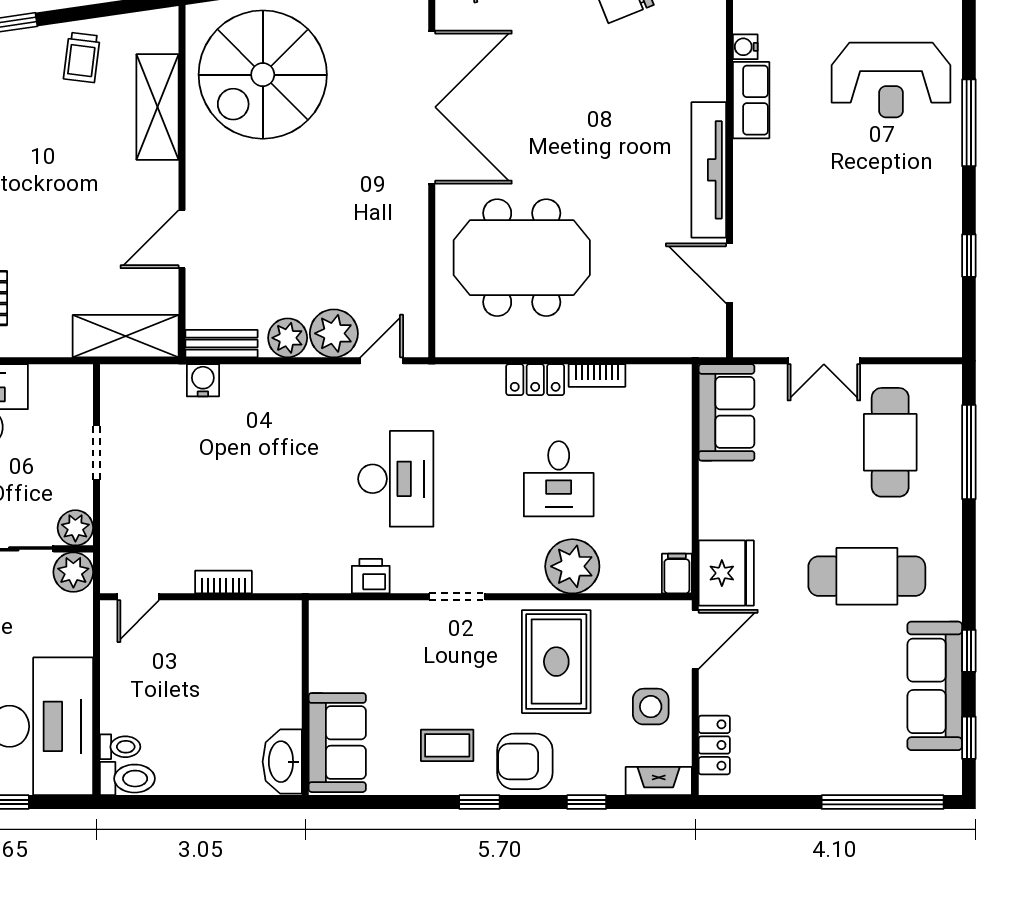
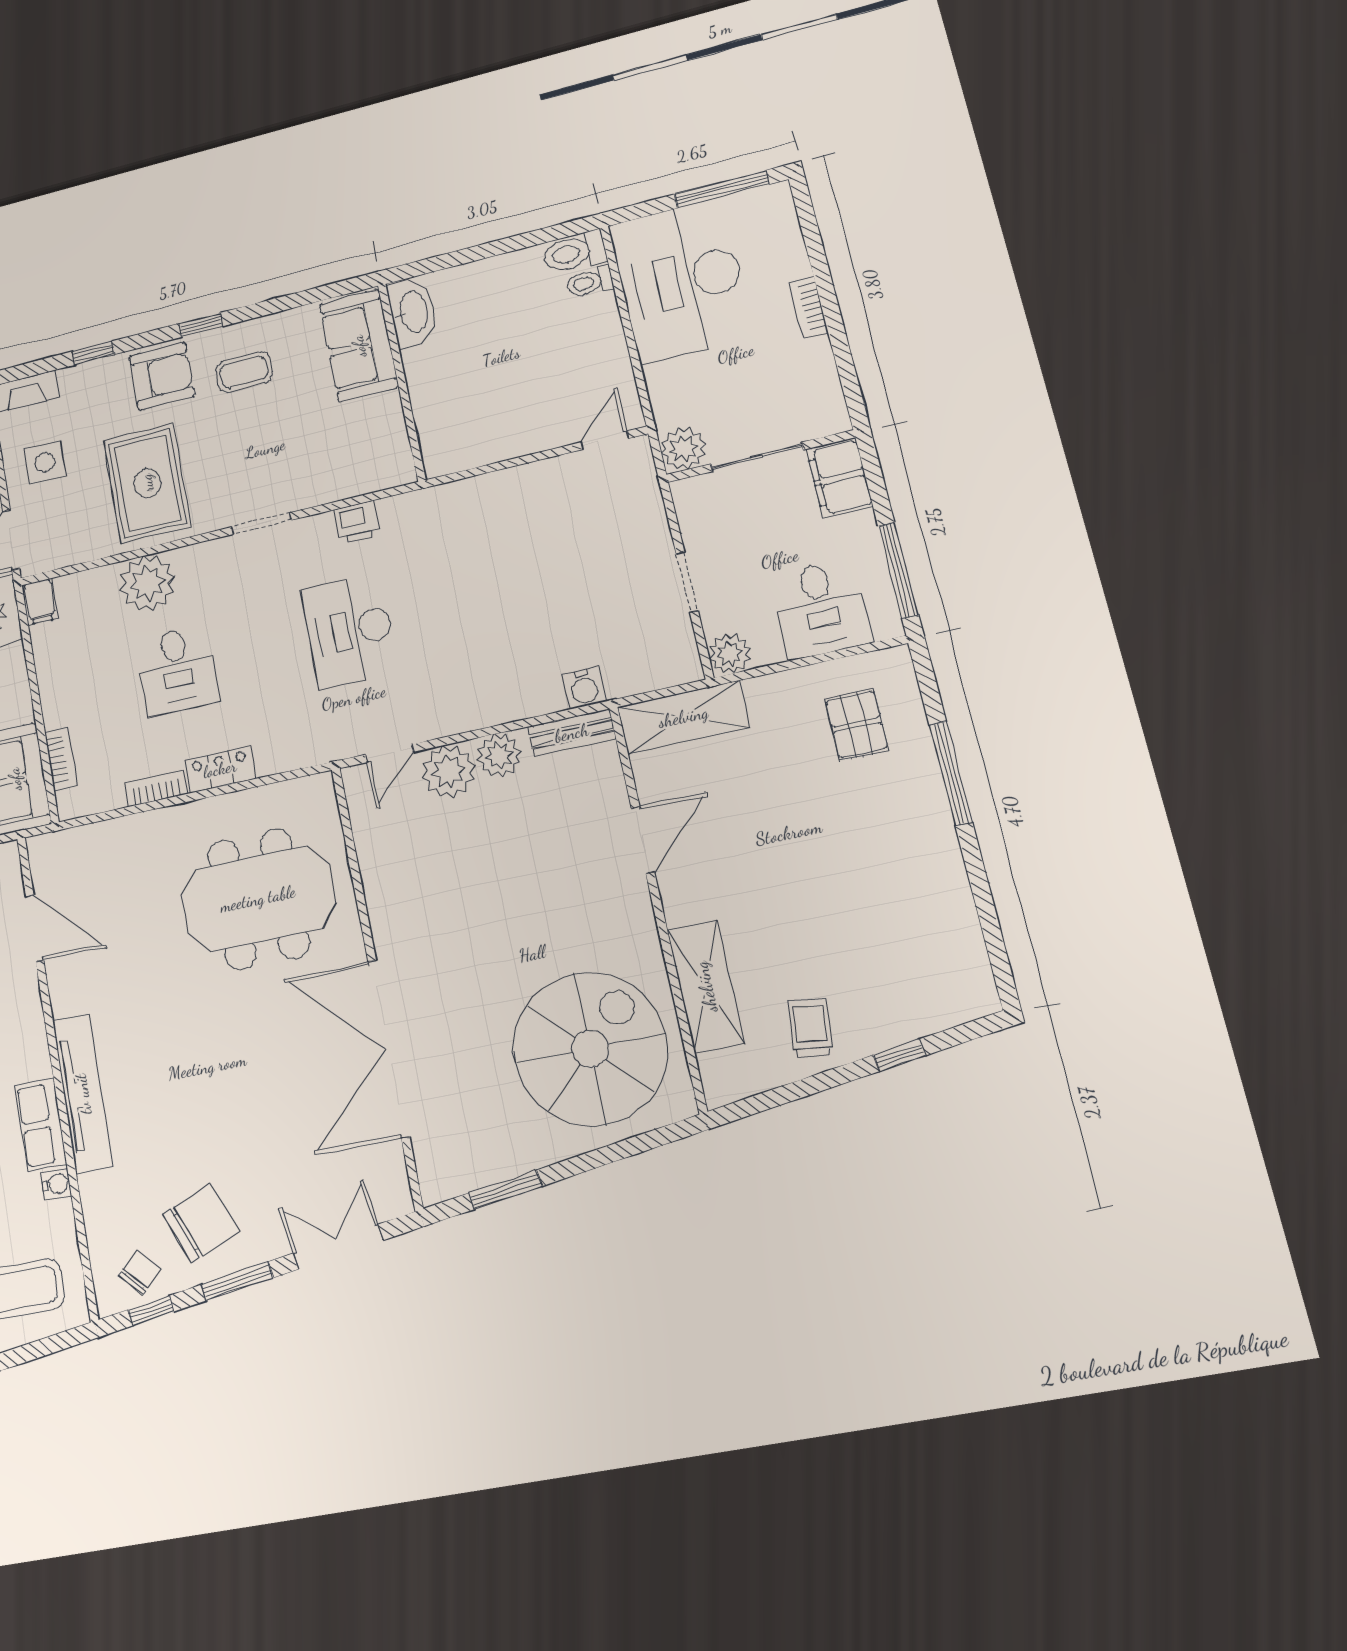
tv unit: (709, 170) -> (83, 1094), moved
desk: (559, 479) -> (177, 670), turned 180
plant: (75, 528) -> (730, 654), moved
bookcase: (223, 582) -> (61, 759), moved, turned -90

